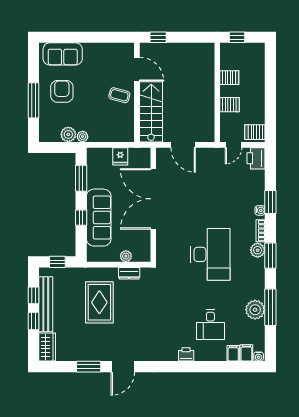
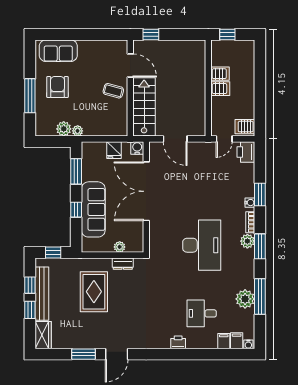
server rack: (230, 105) -> (220, 89), moved
water cooler: (144, 154) -> (137, 148), added
desk: (210, 325) -> (202, 313), turned 90

